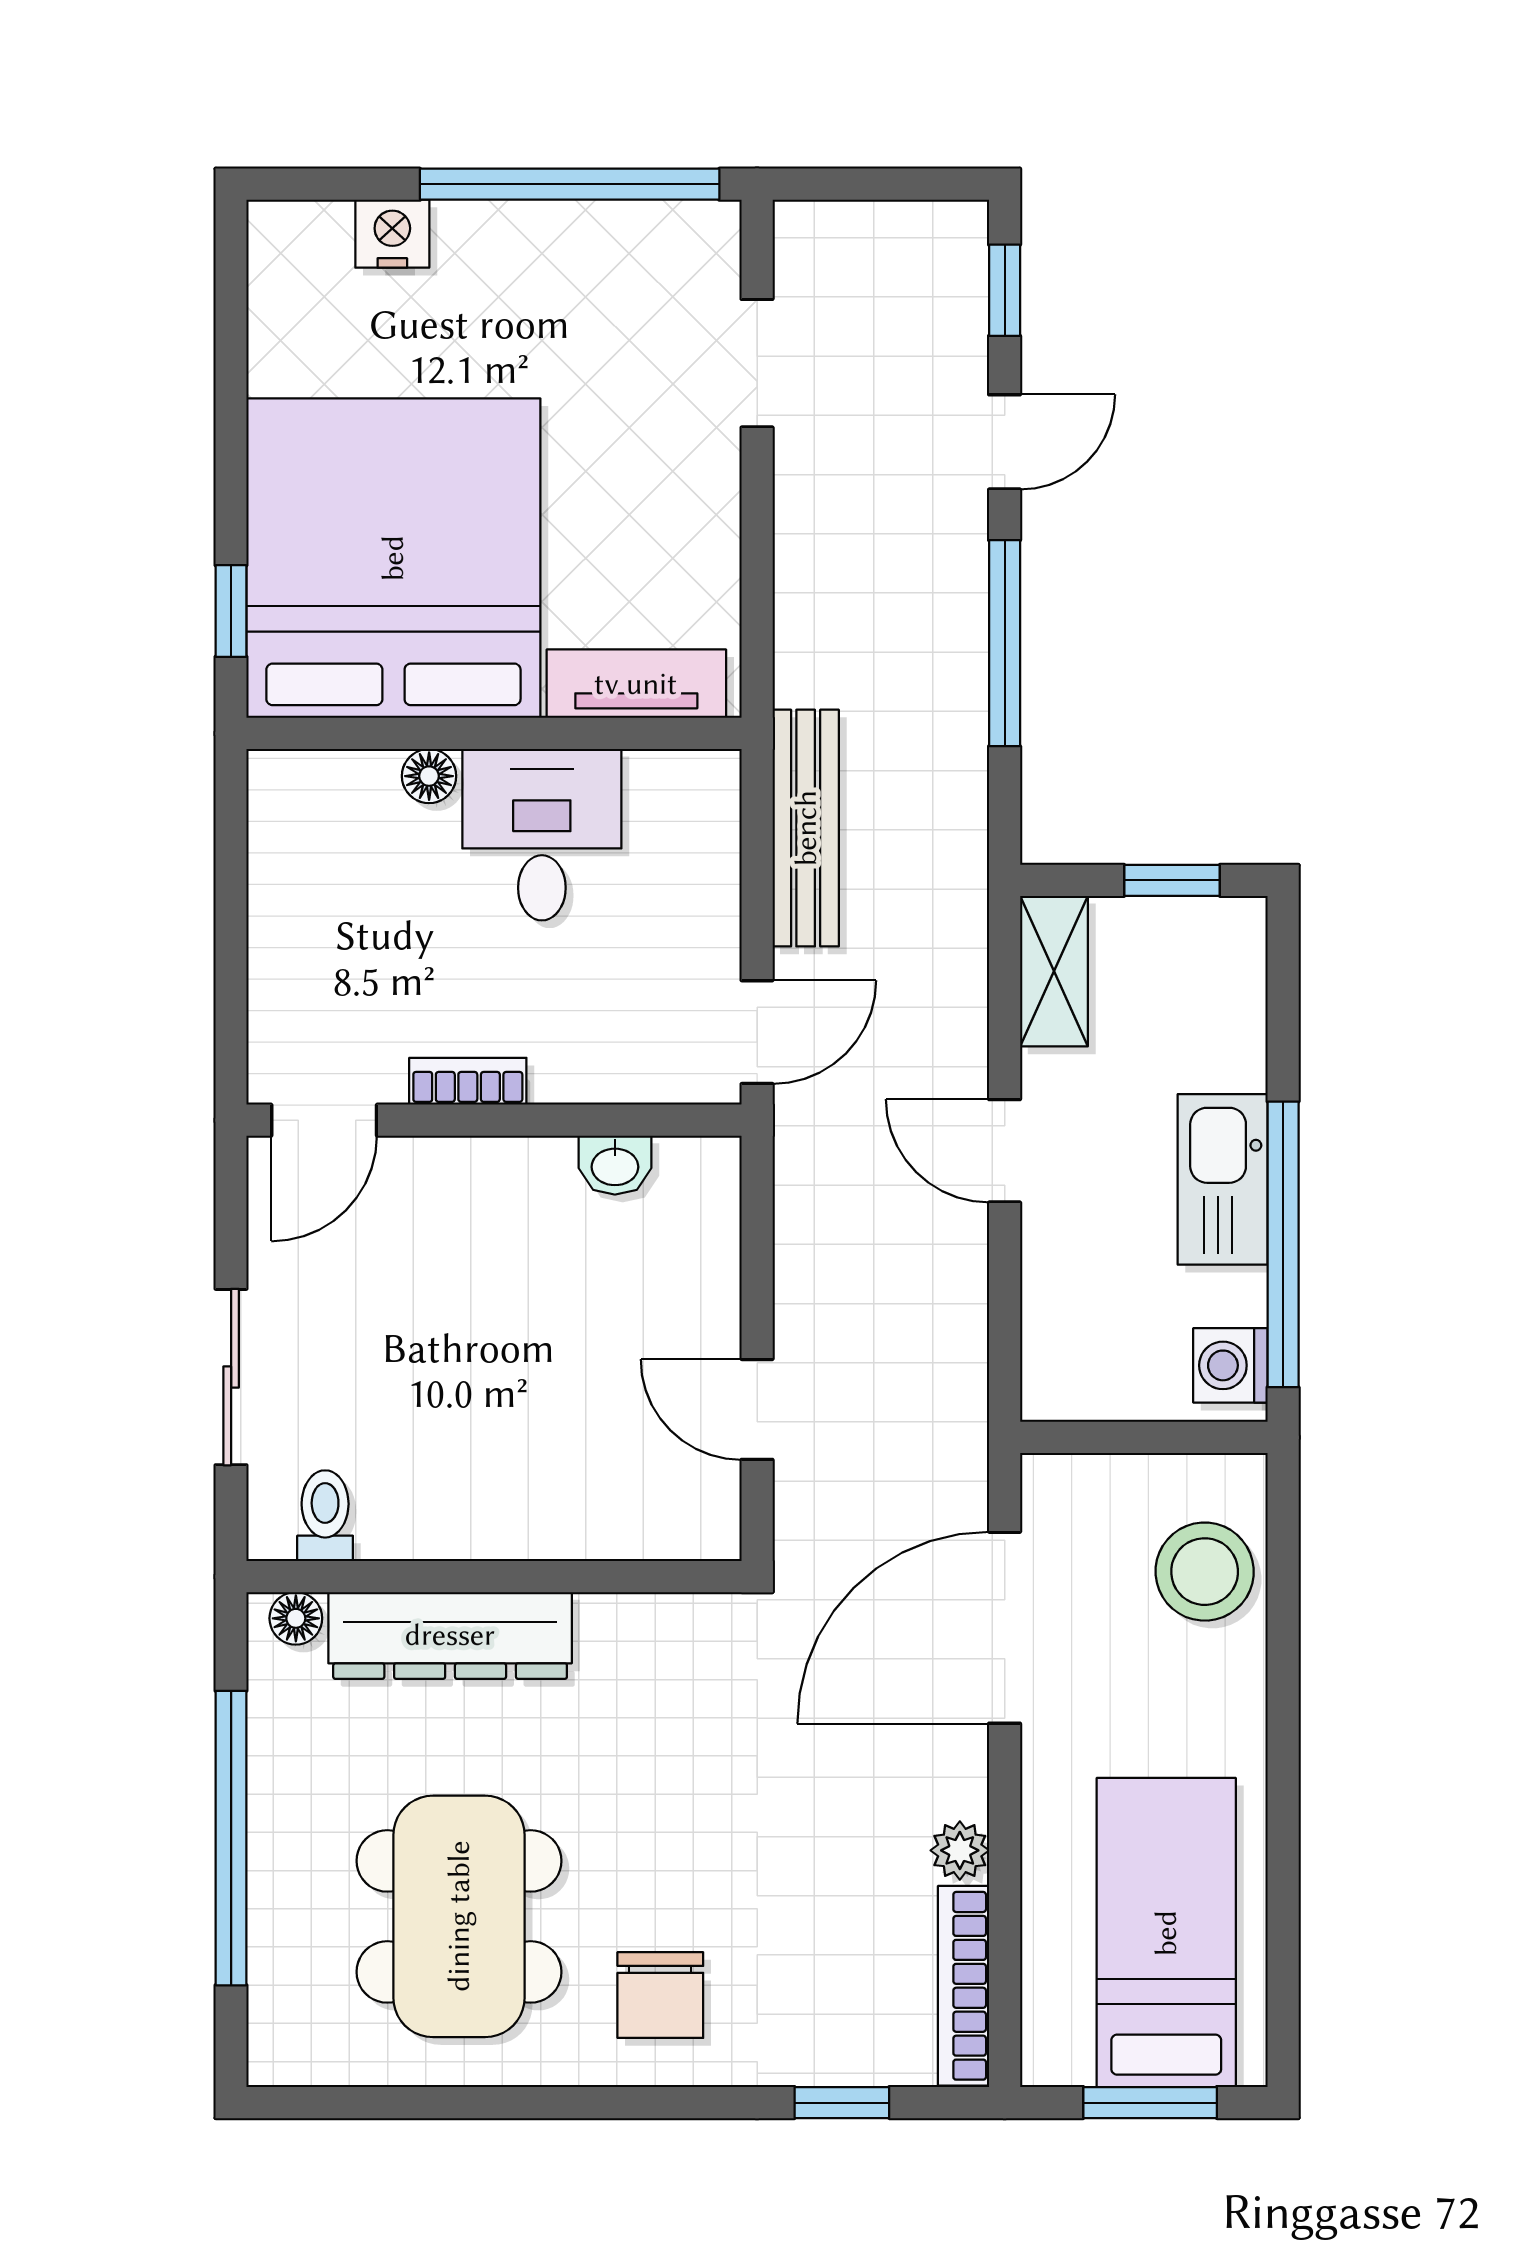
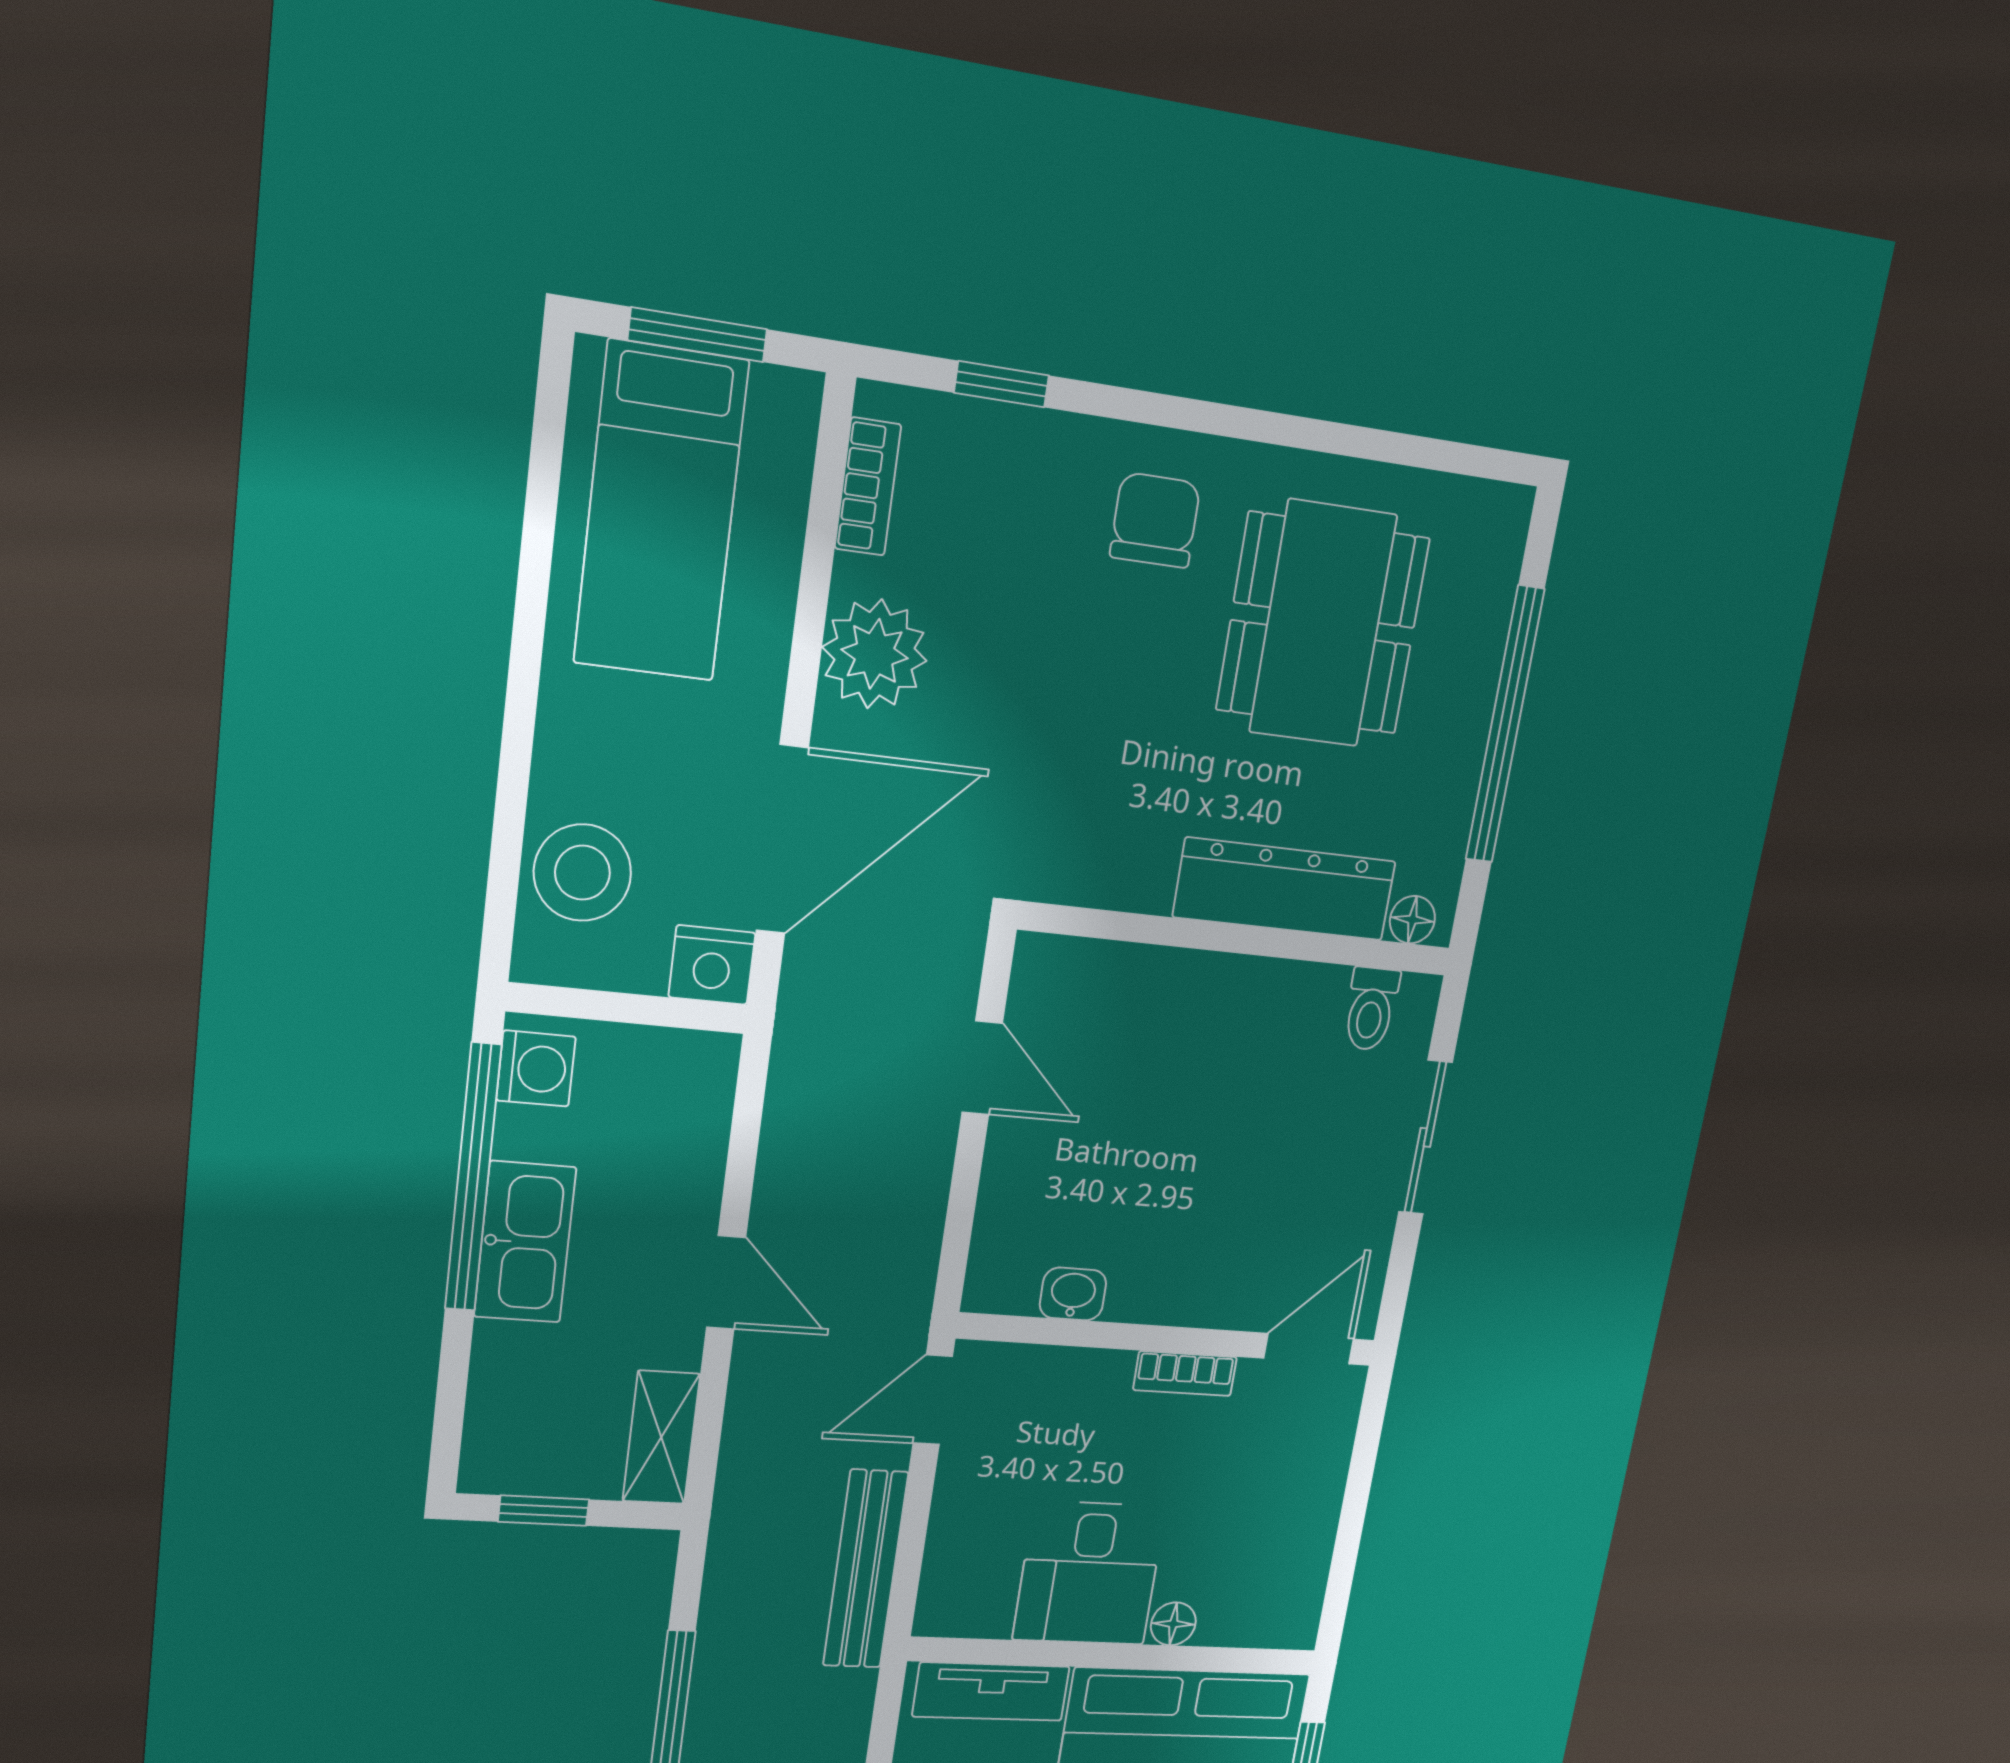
nightstand: (1061, 1491) -> (712, 965), added
plant: (960, 1850) -> (875, 654), width x1.88, depth x1.88
bookcase: (964, 1986) -> (868, 487), width x0.64

